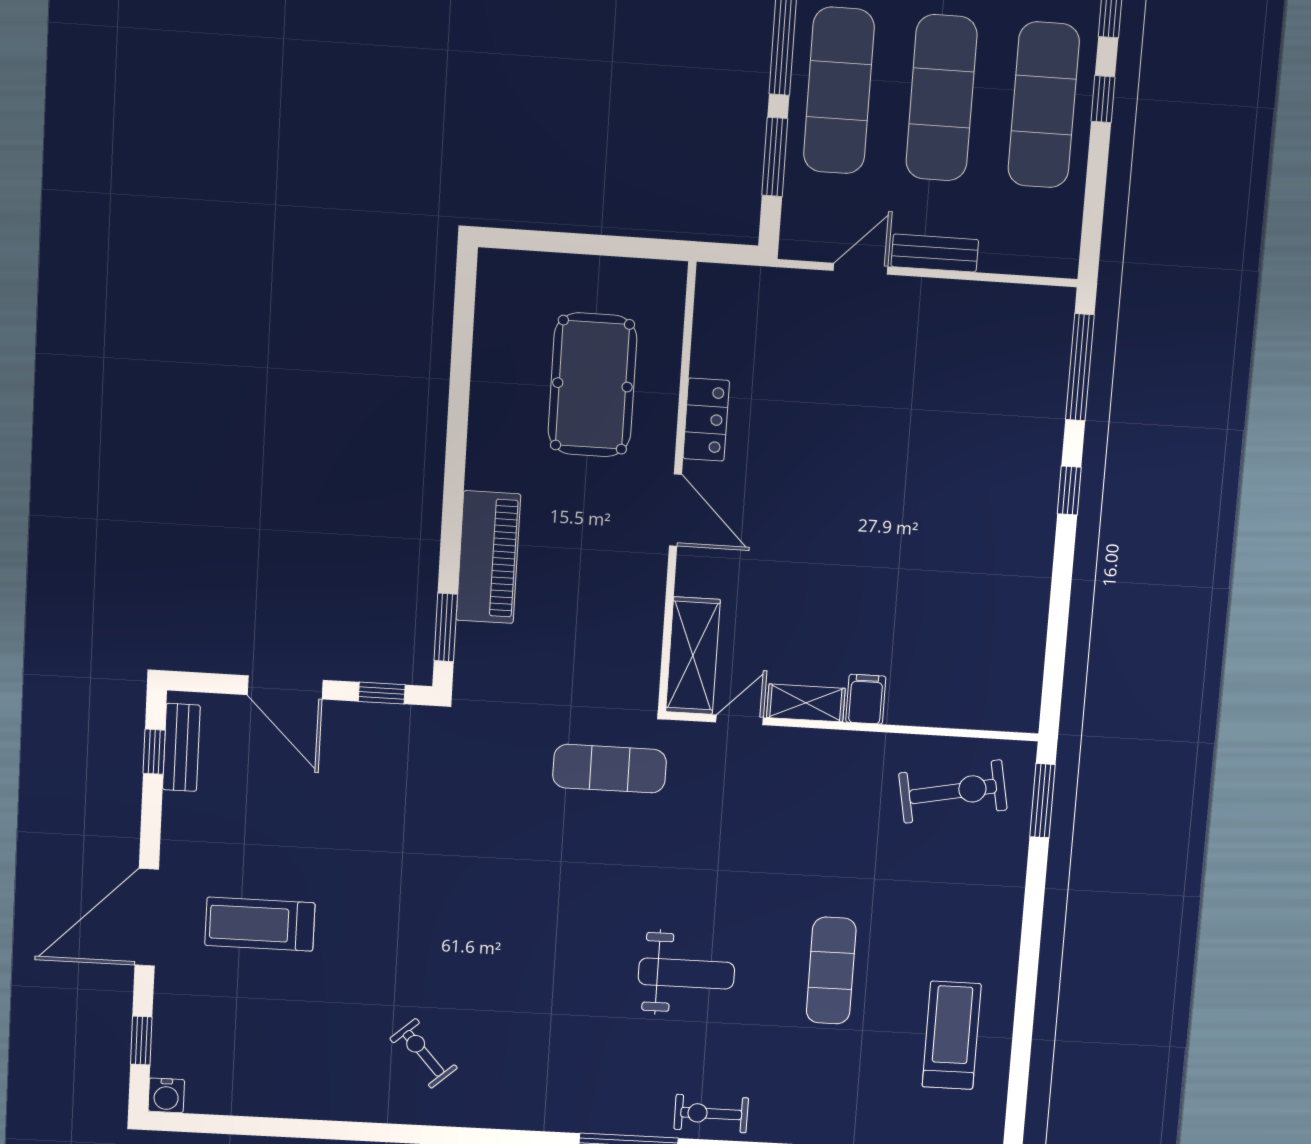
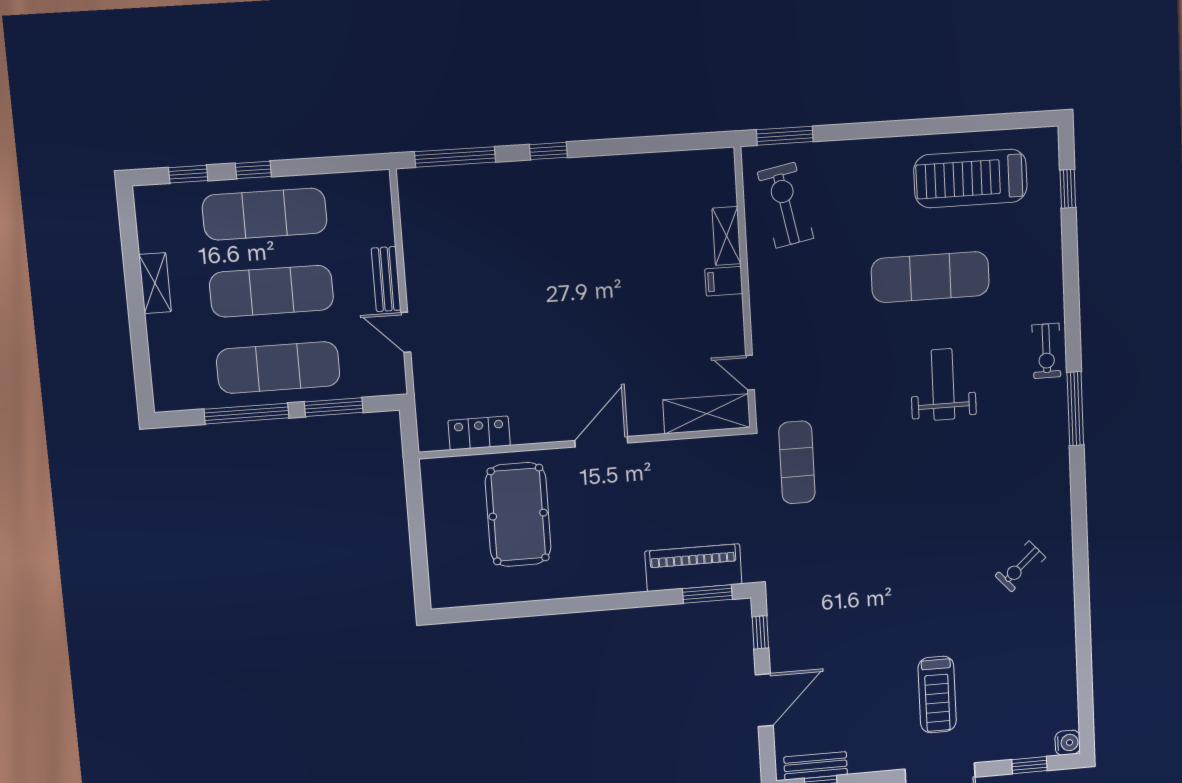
pool table: (592, 385) -> (518, 515), turned 90
locker: (706, 419) -> (479, 433), moved
piano: (488, 557) -> (693, 568), moved
shelving: (806, 703) -> (727, 236), moved
exercise mat: (831, 971) -> (930, 277), width x1.36, depth x1.45
treadmill: (952, 1035) -> (971, 178), width x1.37, depth x1.38

